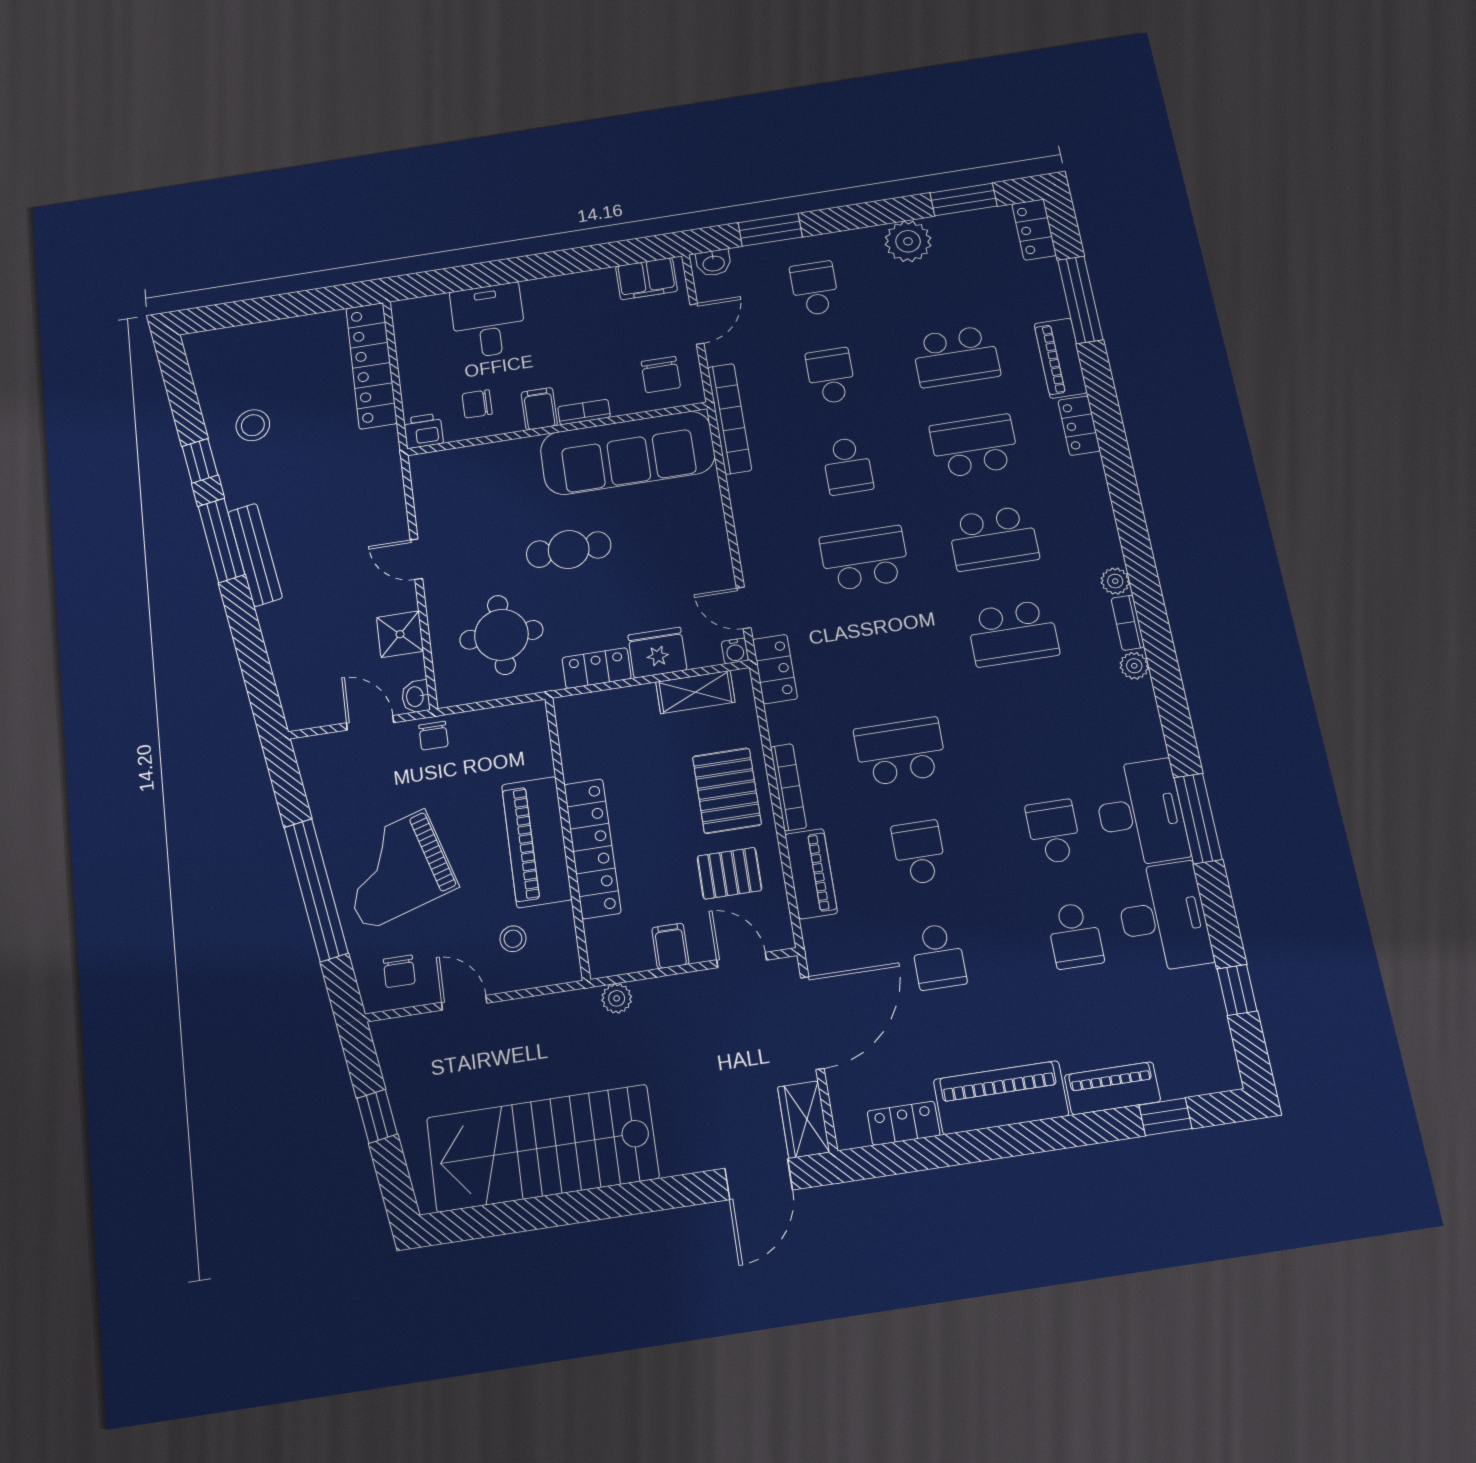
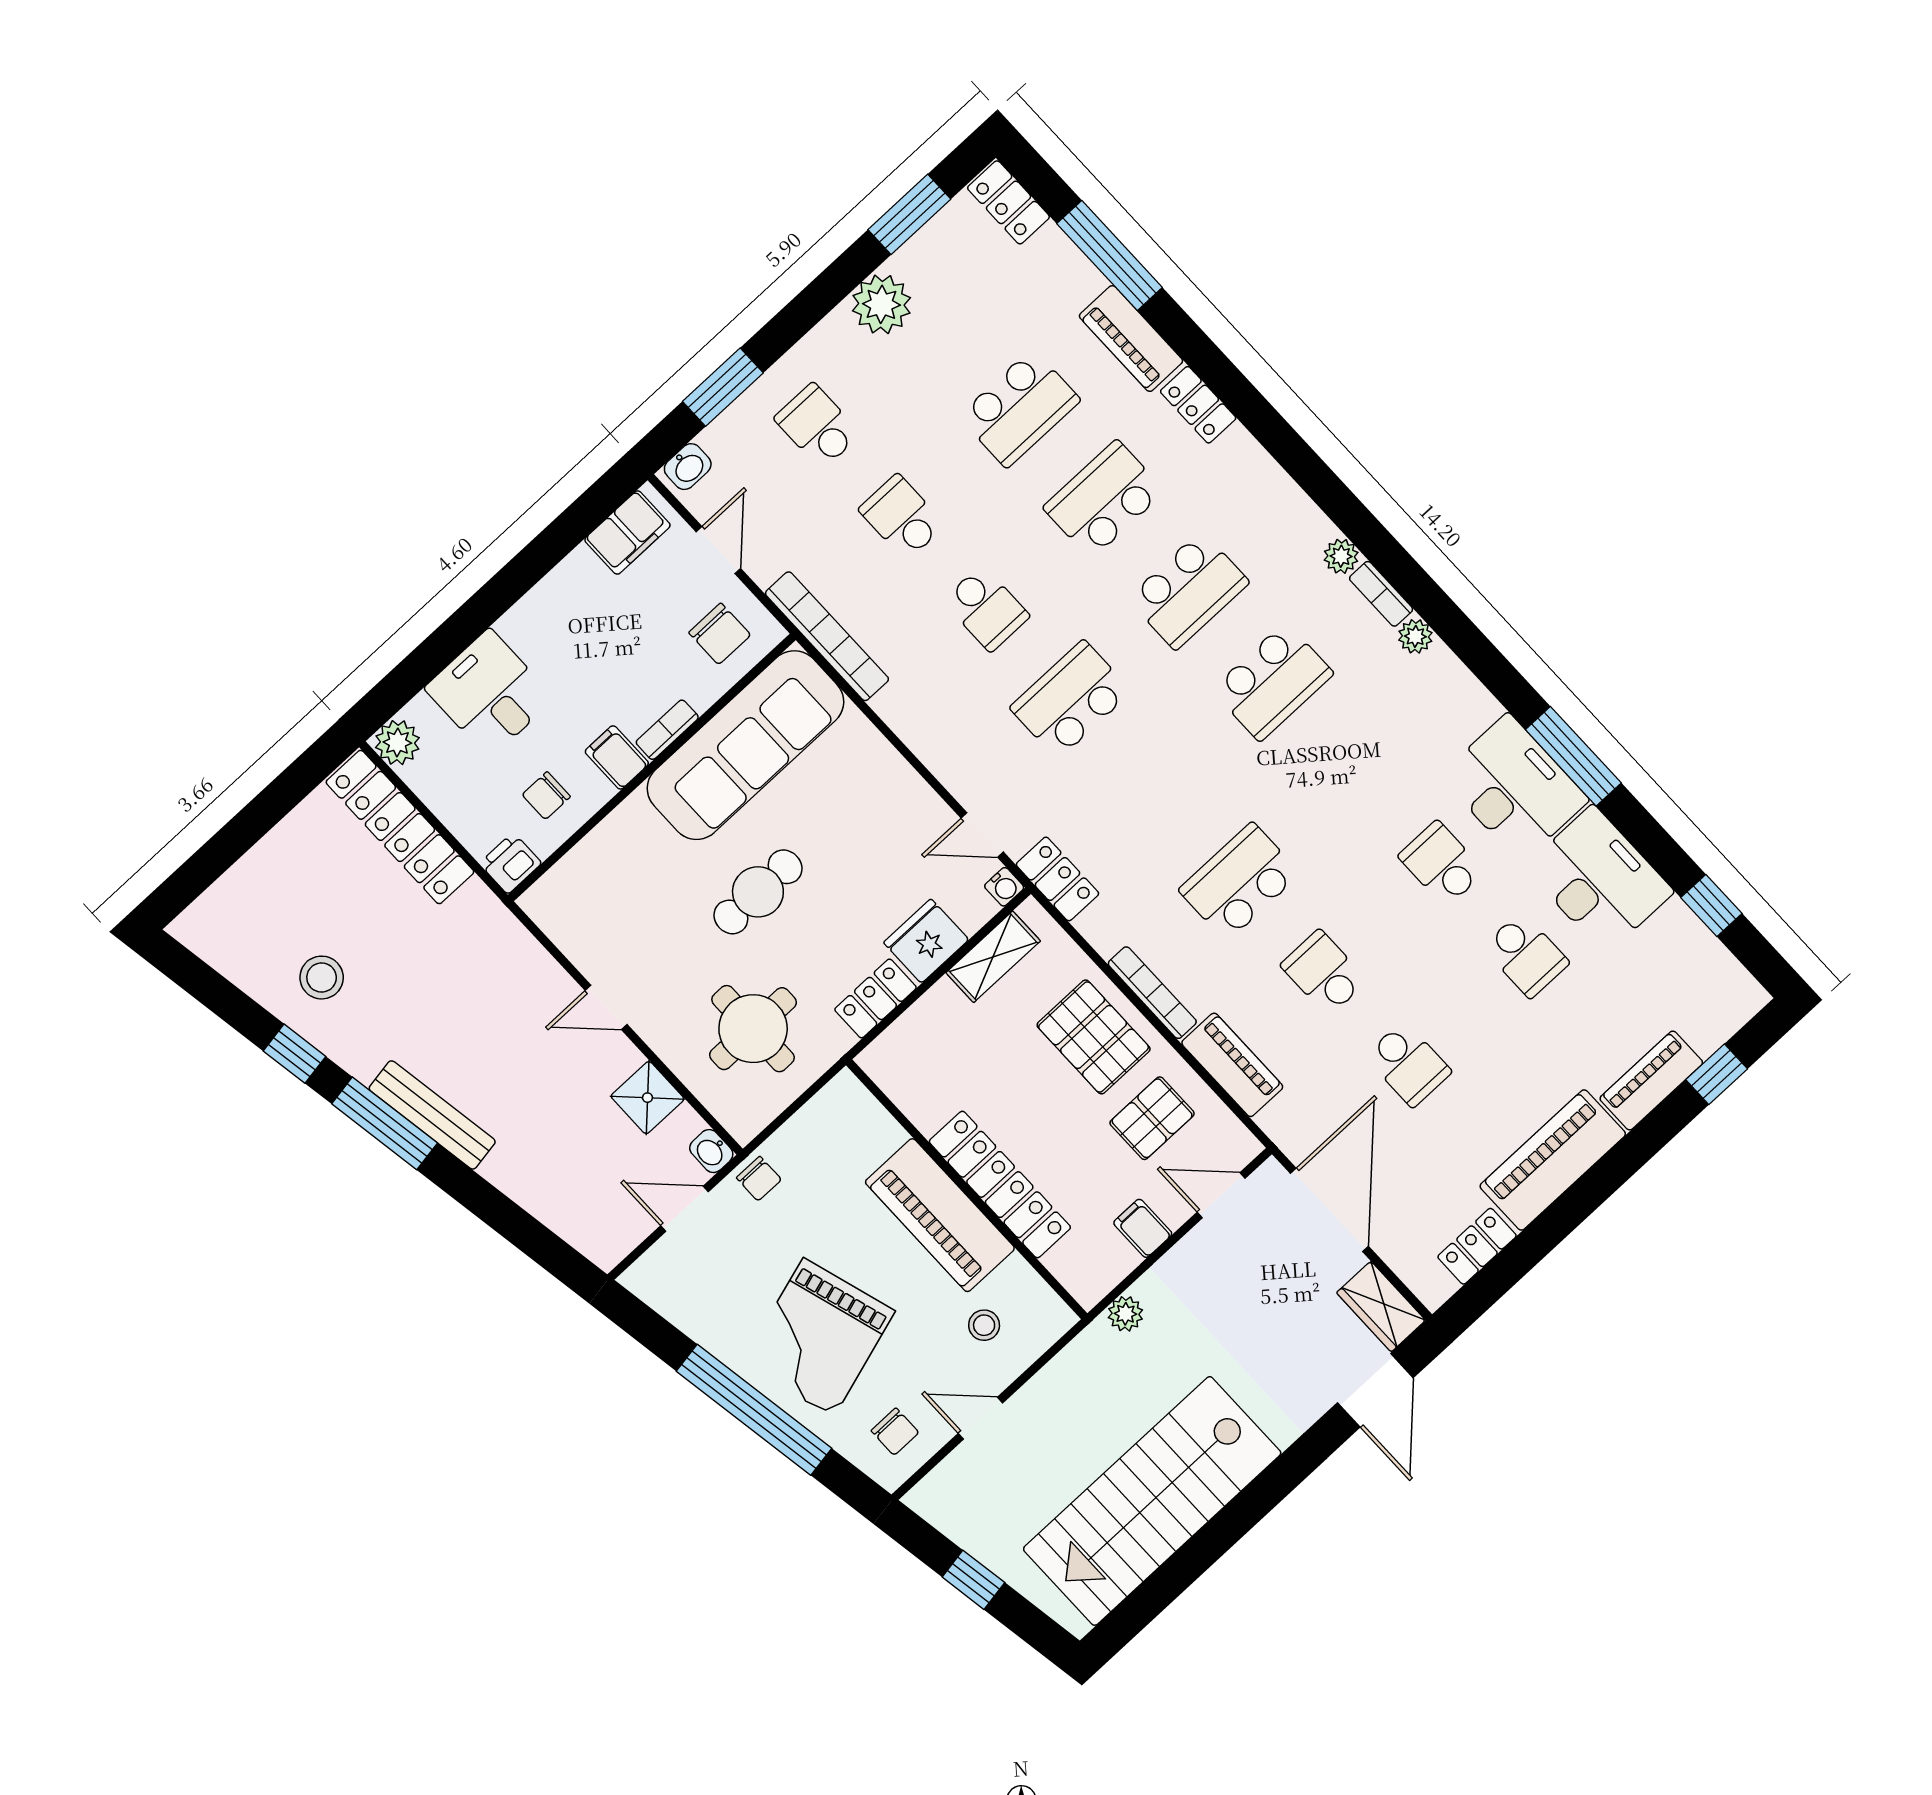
plant: (409, 314) -> (397, 743), added

